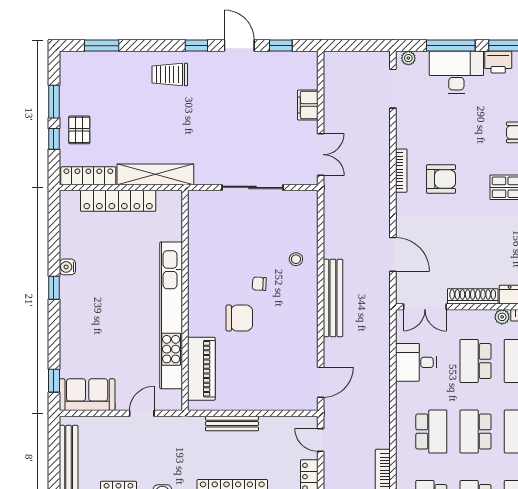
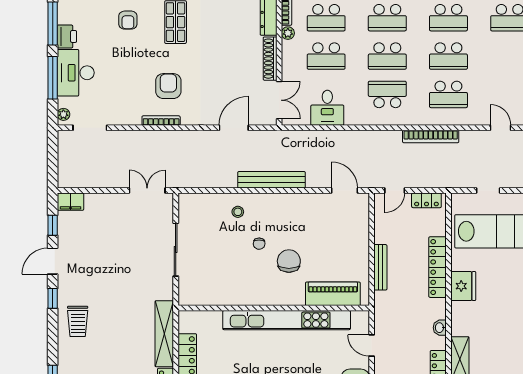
filing cabinet: (308, 105) -> (70, 202), moved

